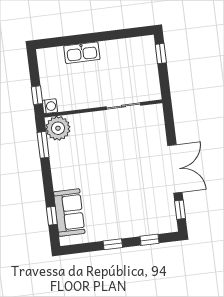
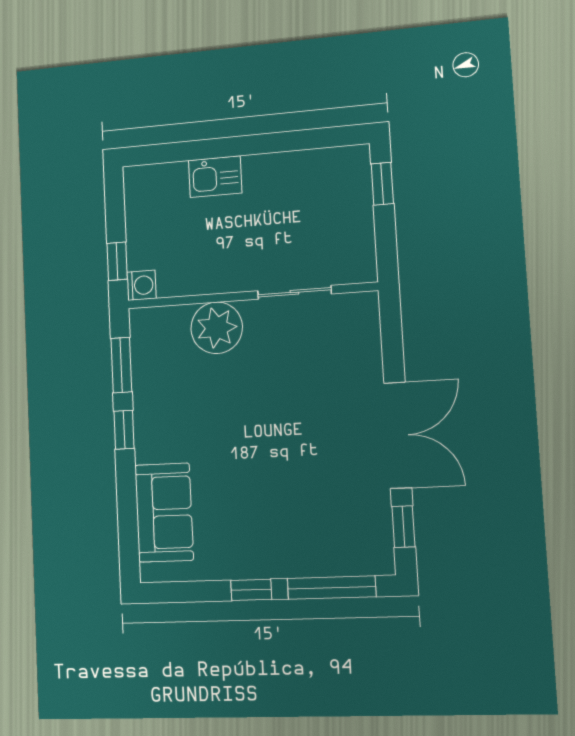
kitchen sink: (82, 53) -> (215, 177), width x0.73
plant: (58, 128) -> (217, 328), moved
window: (52, 216) -> (124, 430), moved
window: (150, 240) -> (332, 588), width x2.17

